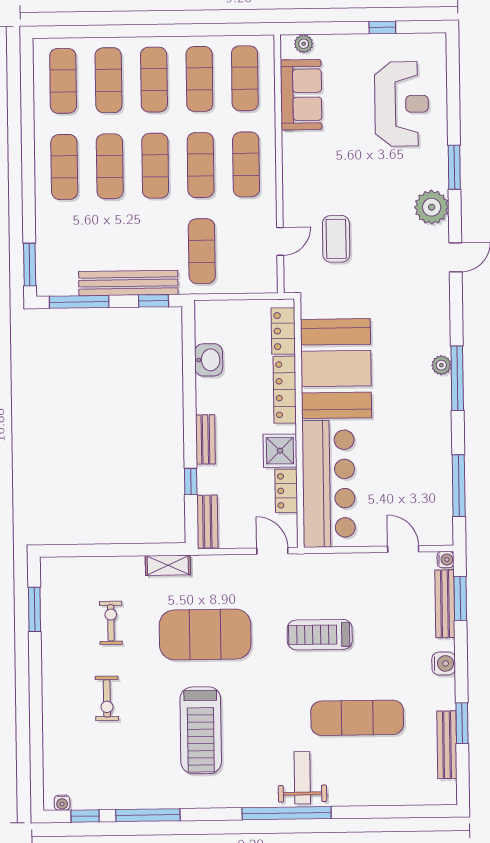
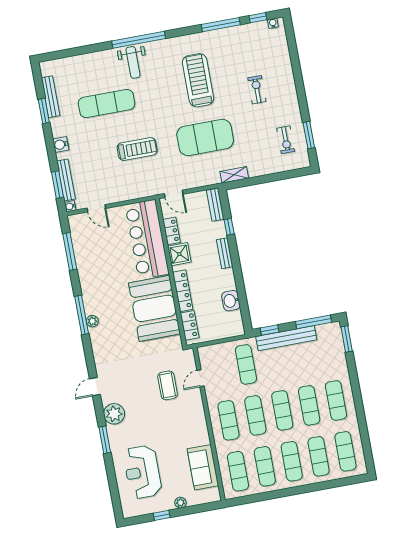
plant: (304, 44) -> (180, 503), moved
exercise bike: (111, 623) -> (286, 140), moved

